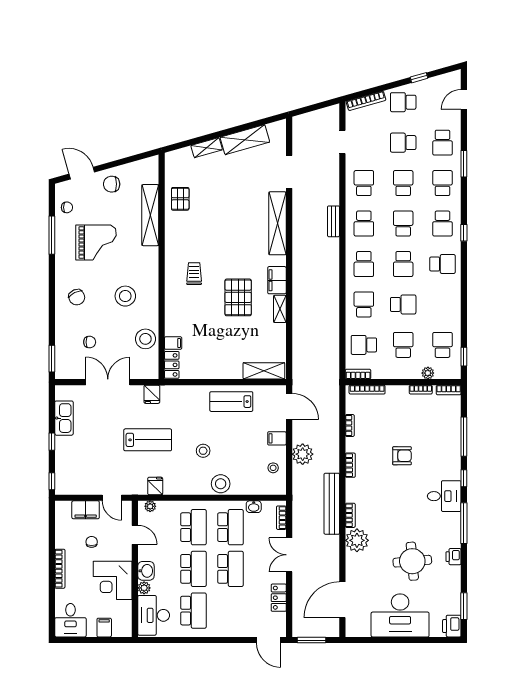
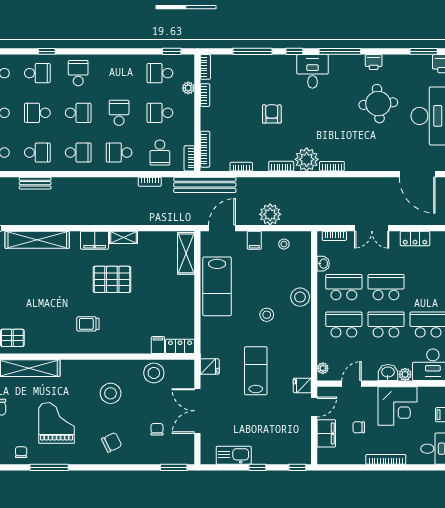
bookcase: (335, 335) -> (150, 182), added
lab bench: (231, 402) -> (217, 286), width x1.36, depth x1.39
fridge: (155, 486) -> (302, 386), moved
bench: (332, 504) -> (205, 185), moved
plant: (357, 540) -> (307, 159), moved

